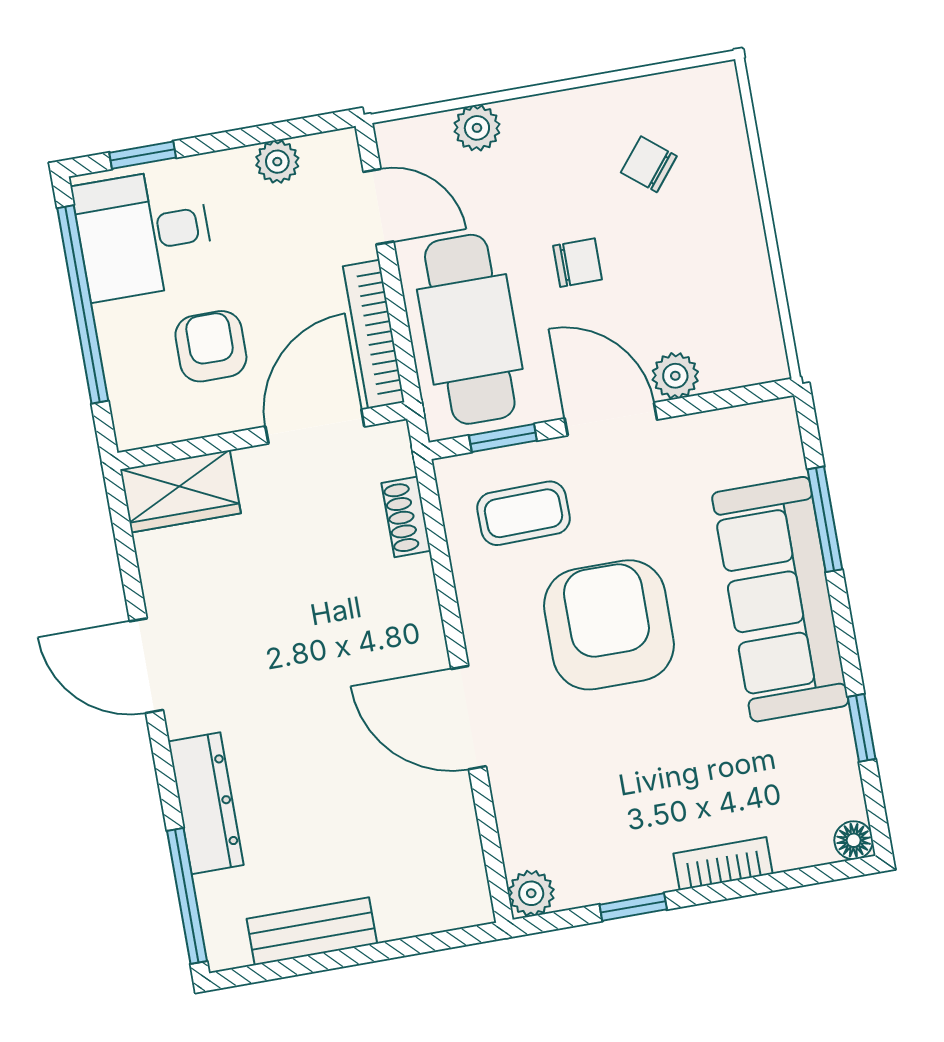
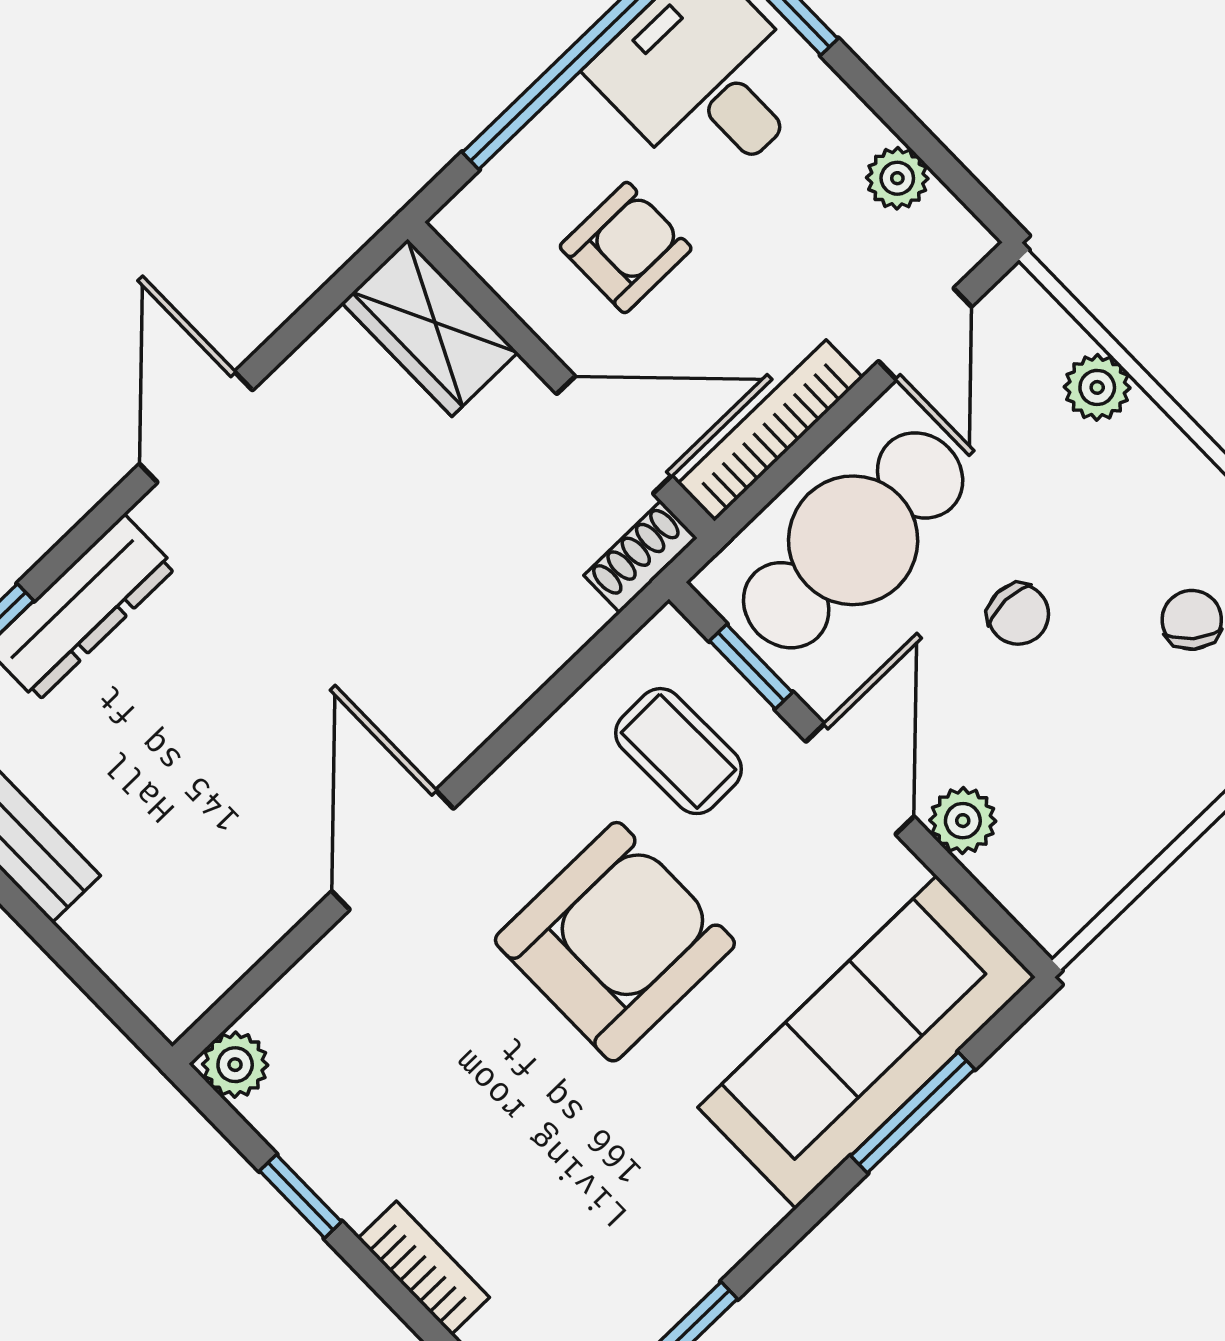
shoe rack: (406, 517) -> (641, 557), moved
sofa: (780, 599) -> (867, 1042), moved

